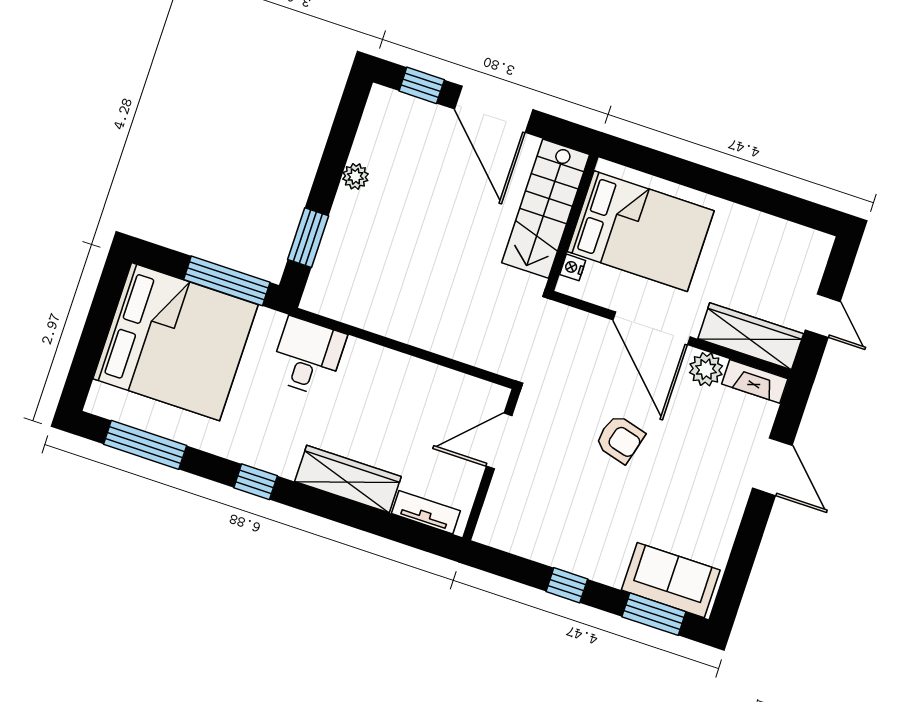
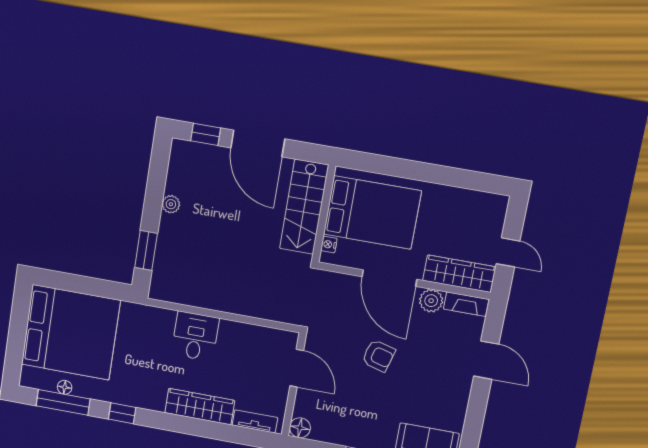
window: (227, 281) -> (97, 287), removed
desk: (308, 356) -> (195, 336), moved
floor lamp: (152, 422) -> (65, 387), added
door: (499, 441) -> (297, 368), swing flipped
window: (256, 482) -> (122, 413), moved
floor lamp: (490, 531) -> (300, 428), added

